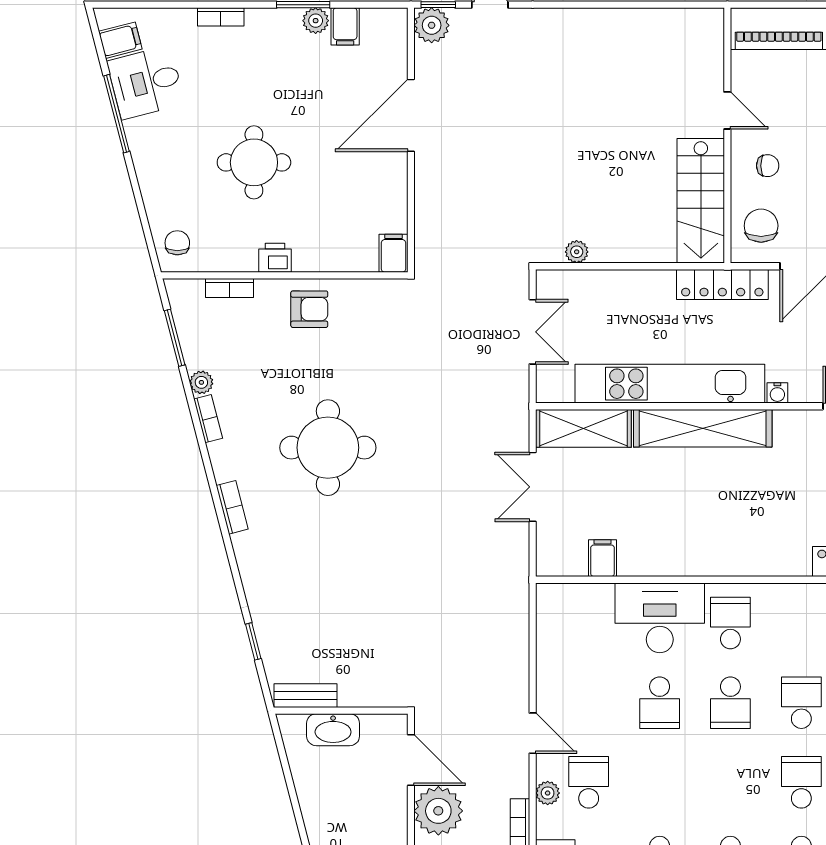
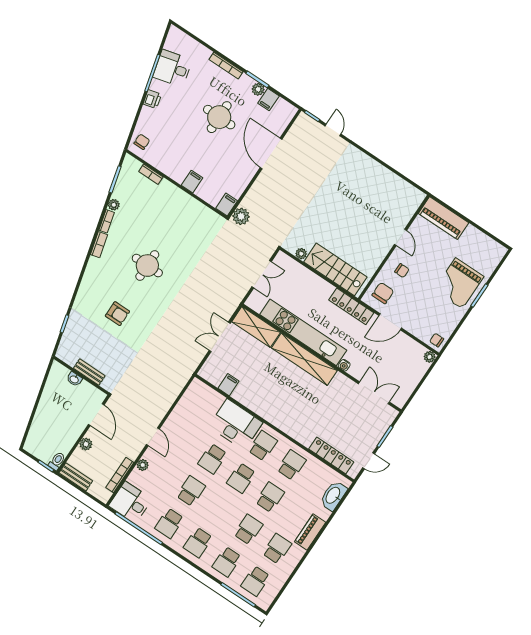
bookcase: (221, 17) -> (226, 66), width x1.56
plant: (432, 25) -> (241, 216), moved
filing cabinet: (120, 40) -> (192, 182), moved, turned -75
door: (411, 115) -> (271, 153), hinge flipped
round table: (254, 162) -> (219, 117), moved
stairs: (701, 201) -> (335, 269), moved, turned 90
printer: (275, 258) -> (152, 99), moved, turned 75
armchair: (309, 309) -> (117, 314), moved
round table: (328, 448) -> (147, 266), width x0.73, depth x0.73
bookcase: (232, 507) -> (99, 245), moved
school desk: (801, 623) -> (291, 465), added
bench: (305, 696) -> (89, 372), moved
washbasin: (333, 730) -> (74, 379), width x0.52, depth x0.69
school desk: (589, 782) -> (191, 491), moved
plant: (438, 811) -> (86, 444), width x0.53, depth x0.53

